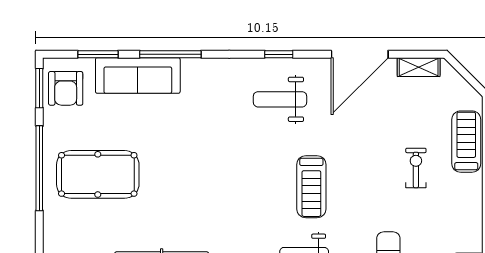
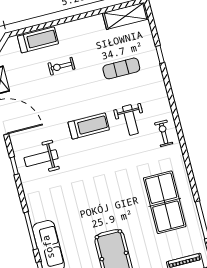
weight bench: (280, 99) -> (41, 158), turned 90
treadmill: (466, 142) -> (38, 40), turned 180

